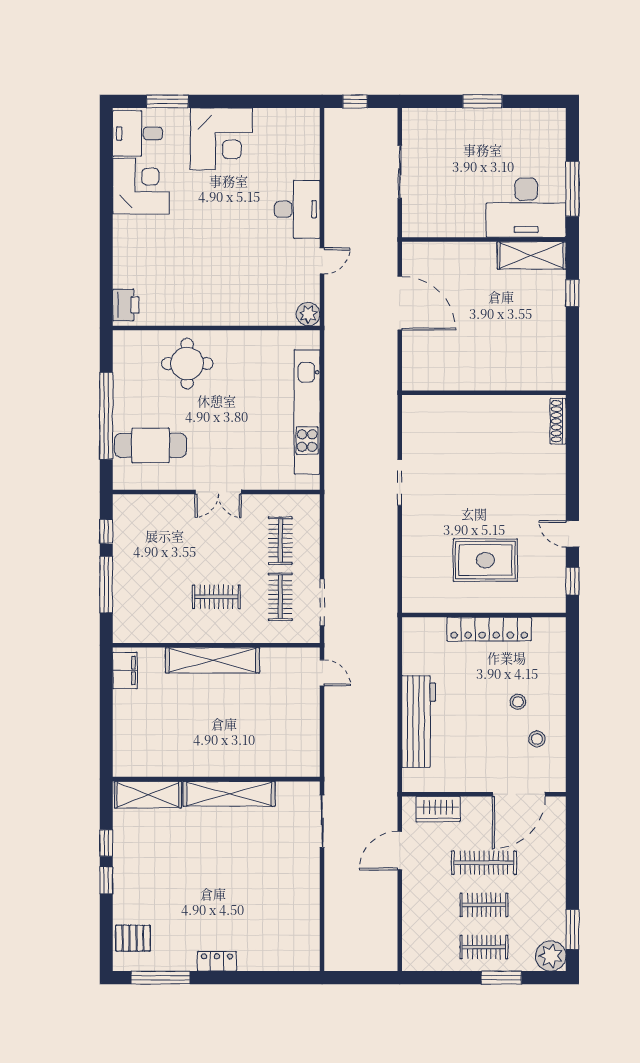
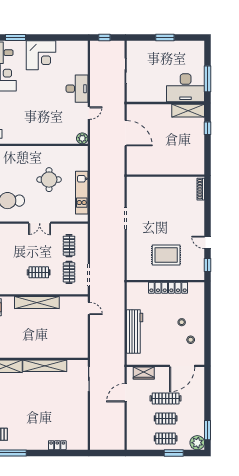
round table: (187, 364) -> (49, 180), moved
kitchen unit: (307, 412) -> (82, 193), width x0.73
locker: (217, 961) -> (57, 445), moved

